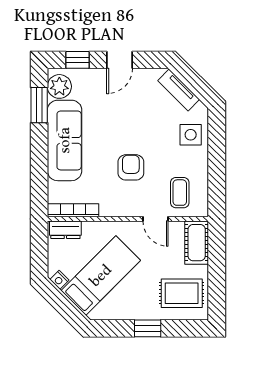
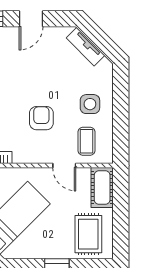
side table: (191, 135) -> (90, 104), moved
rug: (182, 293) -> (88, 234), turned 90

